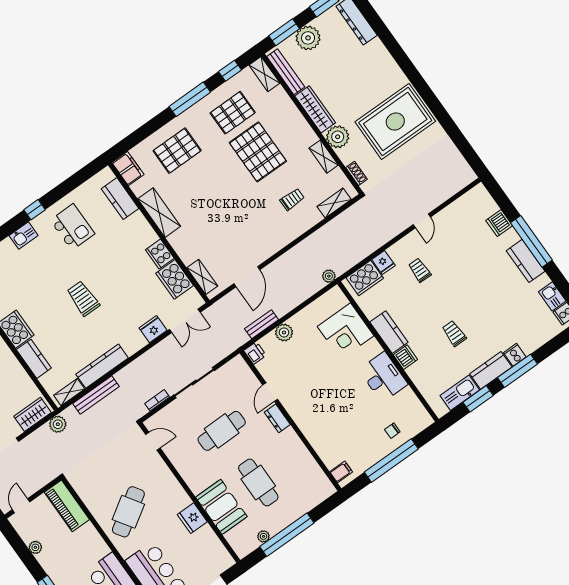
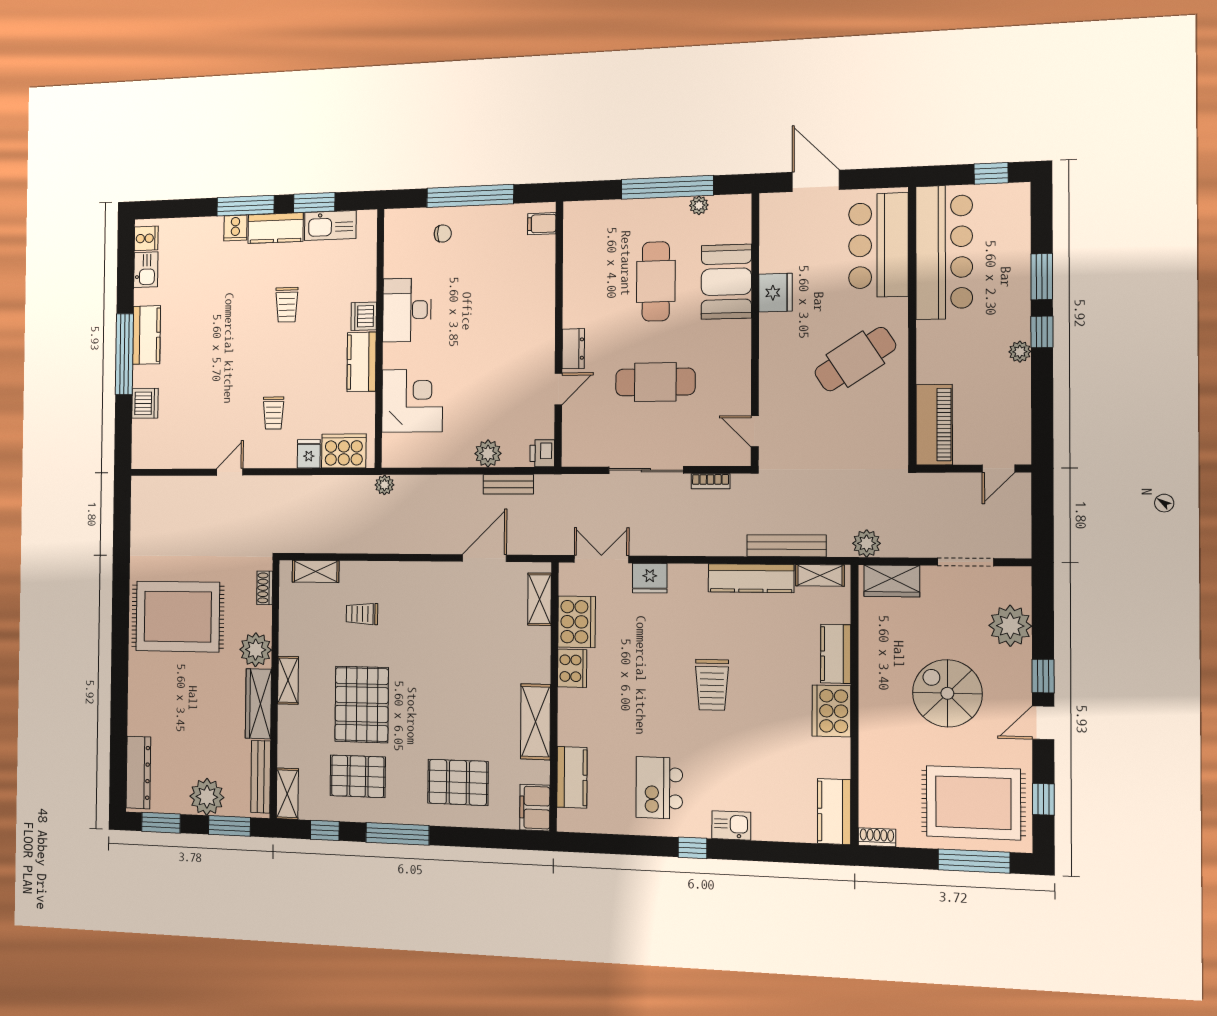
shelving: (324, 157) -> (288, 680), moved
plant: (35, 547) -> (1020, 352), moved

